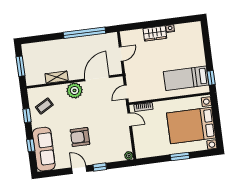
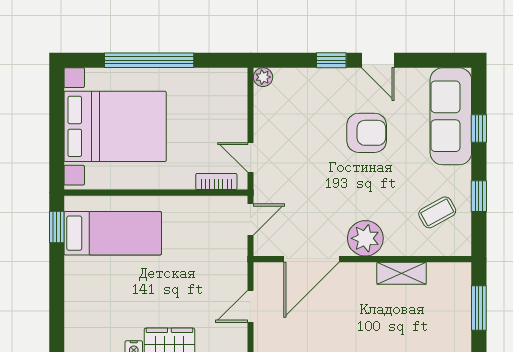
window: (180, 157) -> (149, 60), width x2.11

